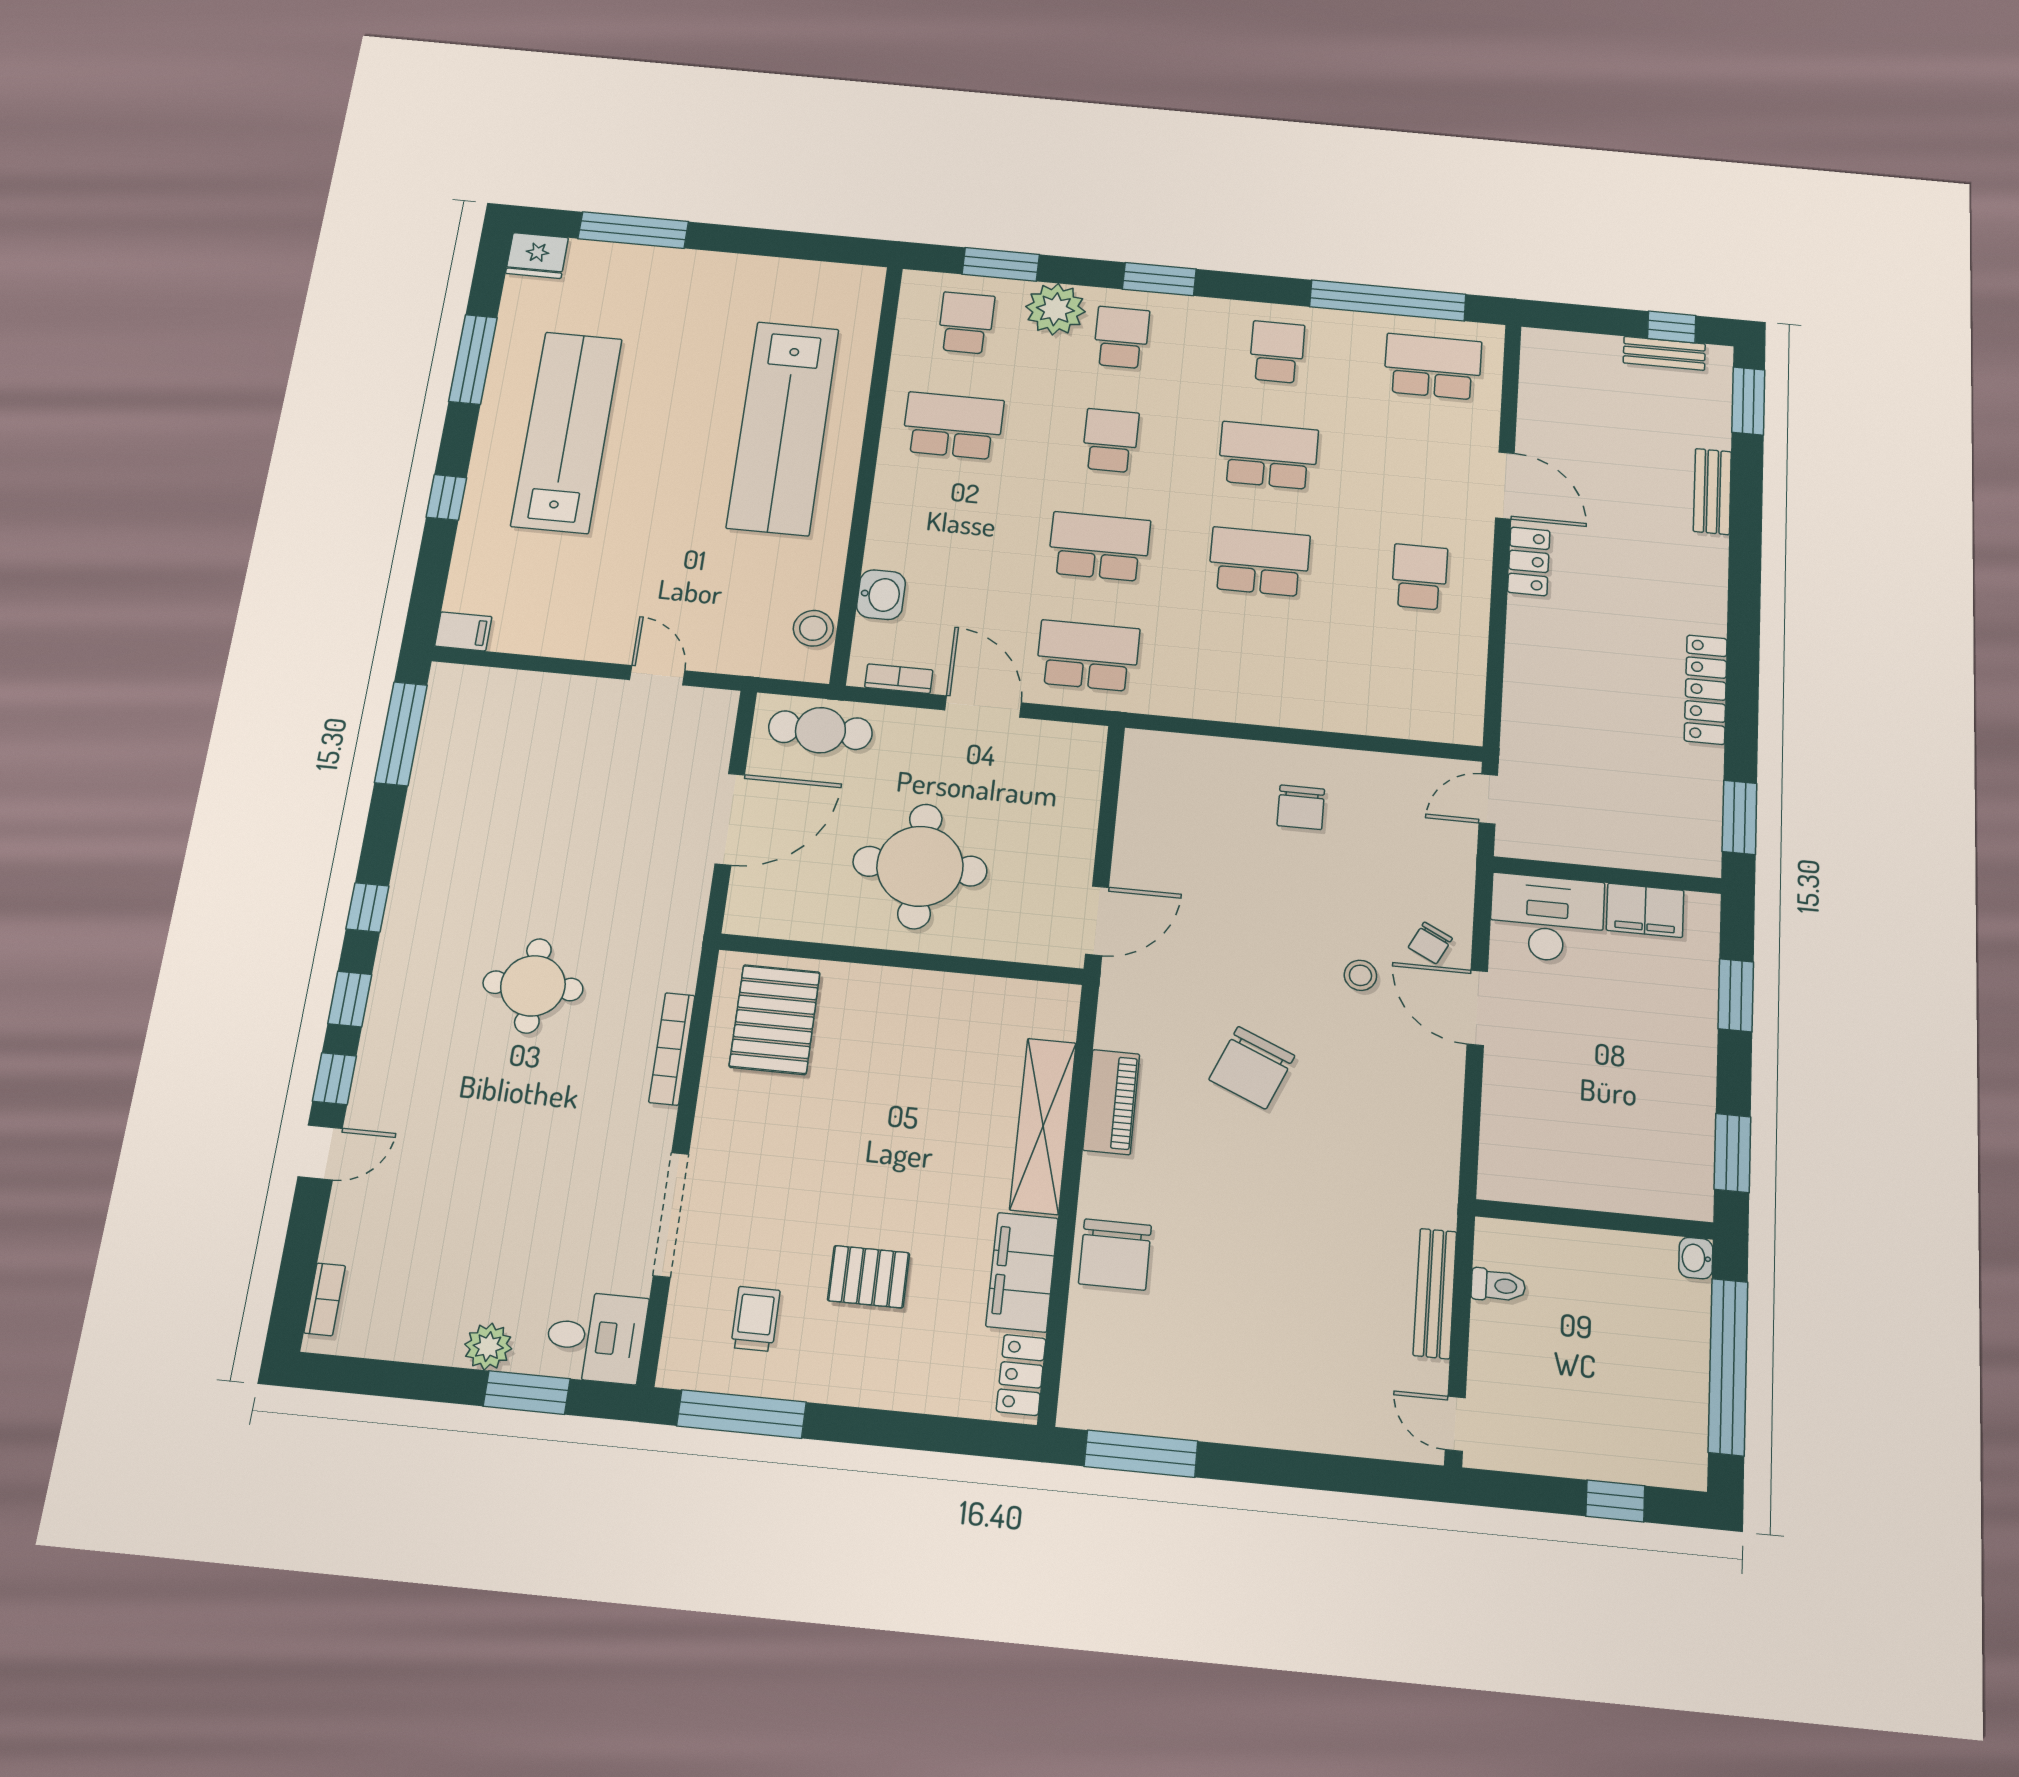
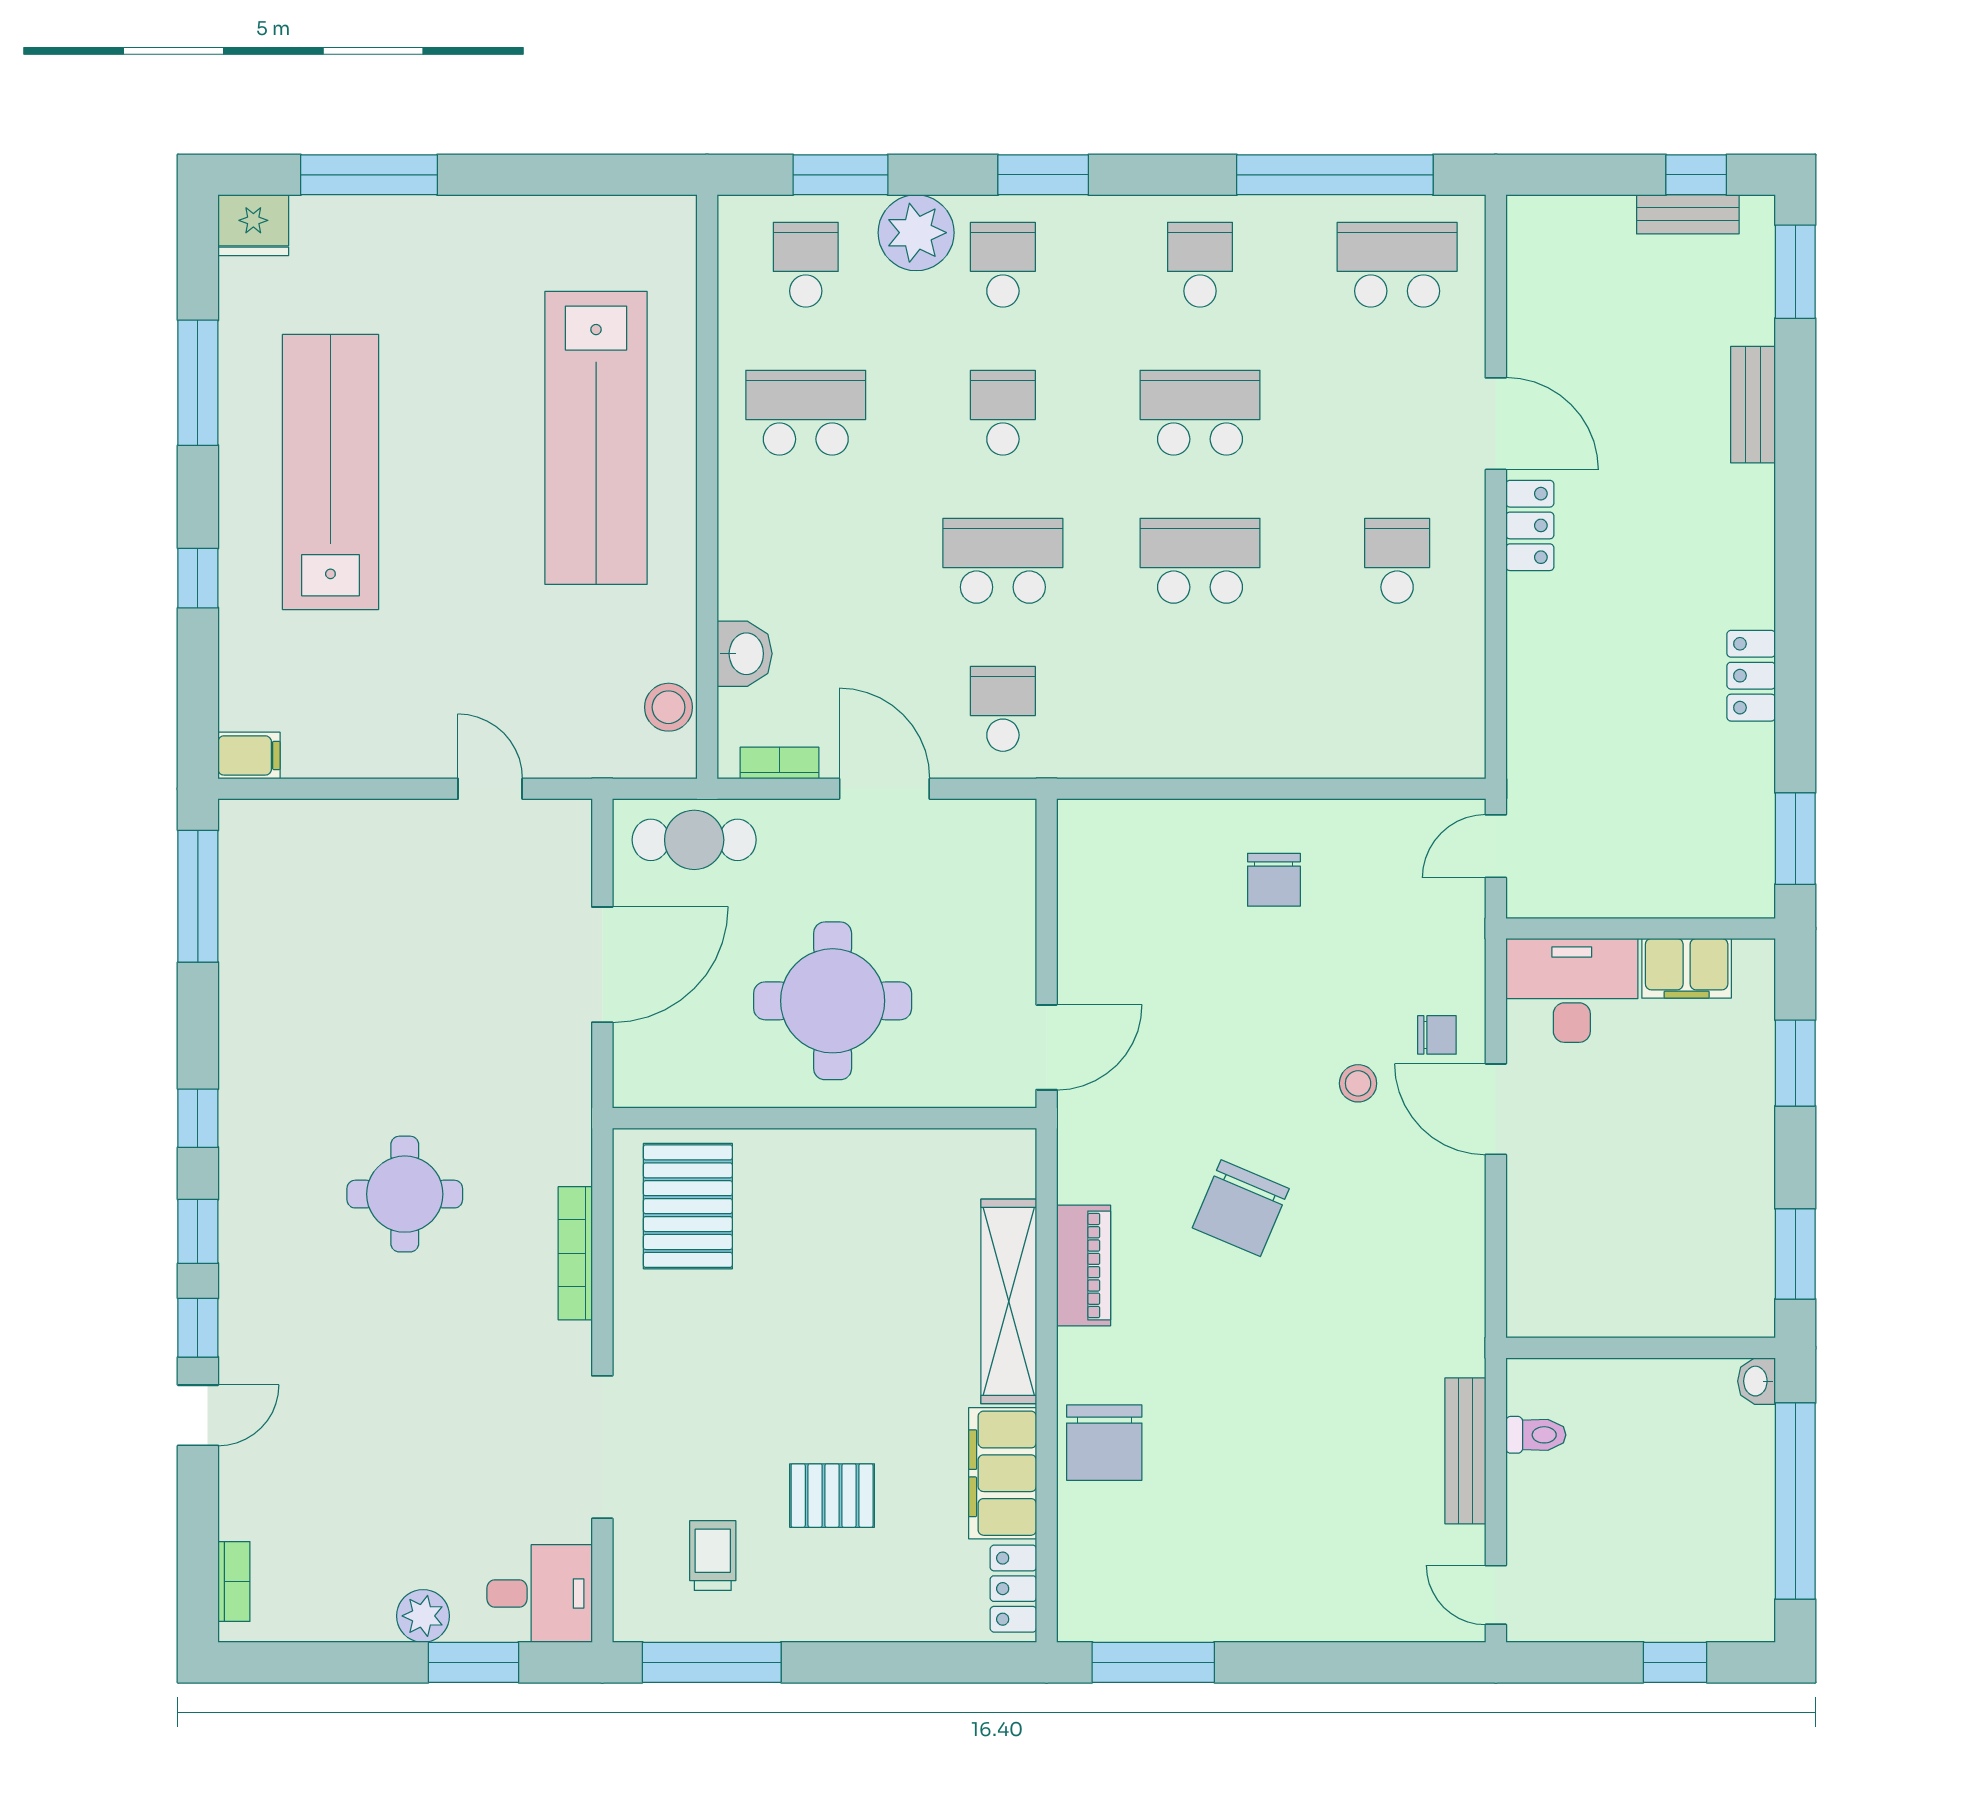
school desk: (1088, 656) -> (1003, 709), width x0.54
locker: (1706, 690) -> (1751, 676), width x0.66
chair: (1430, 943) -> (1437, 1035), turned -117

